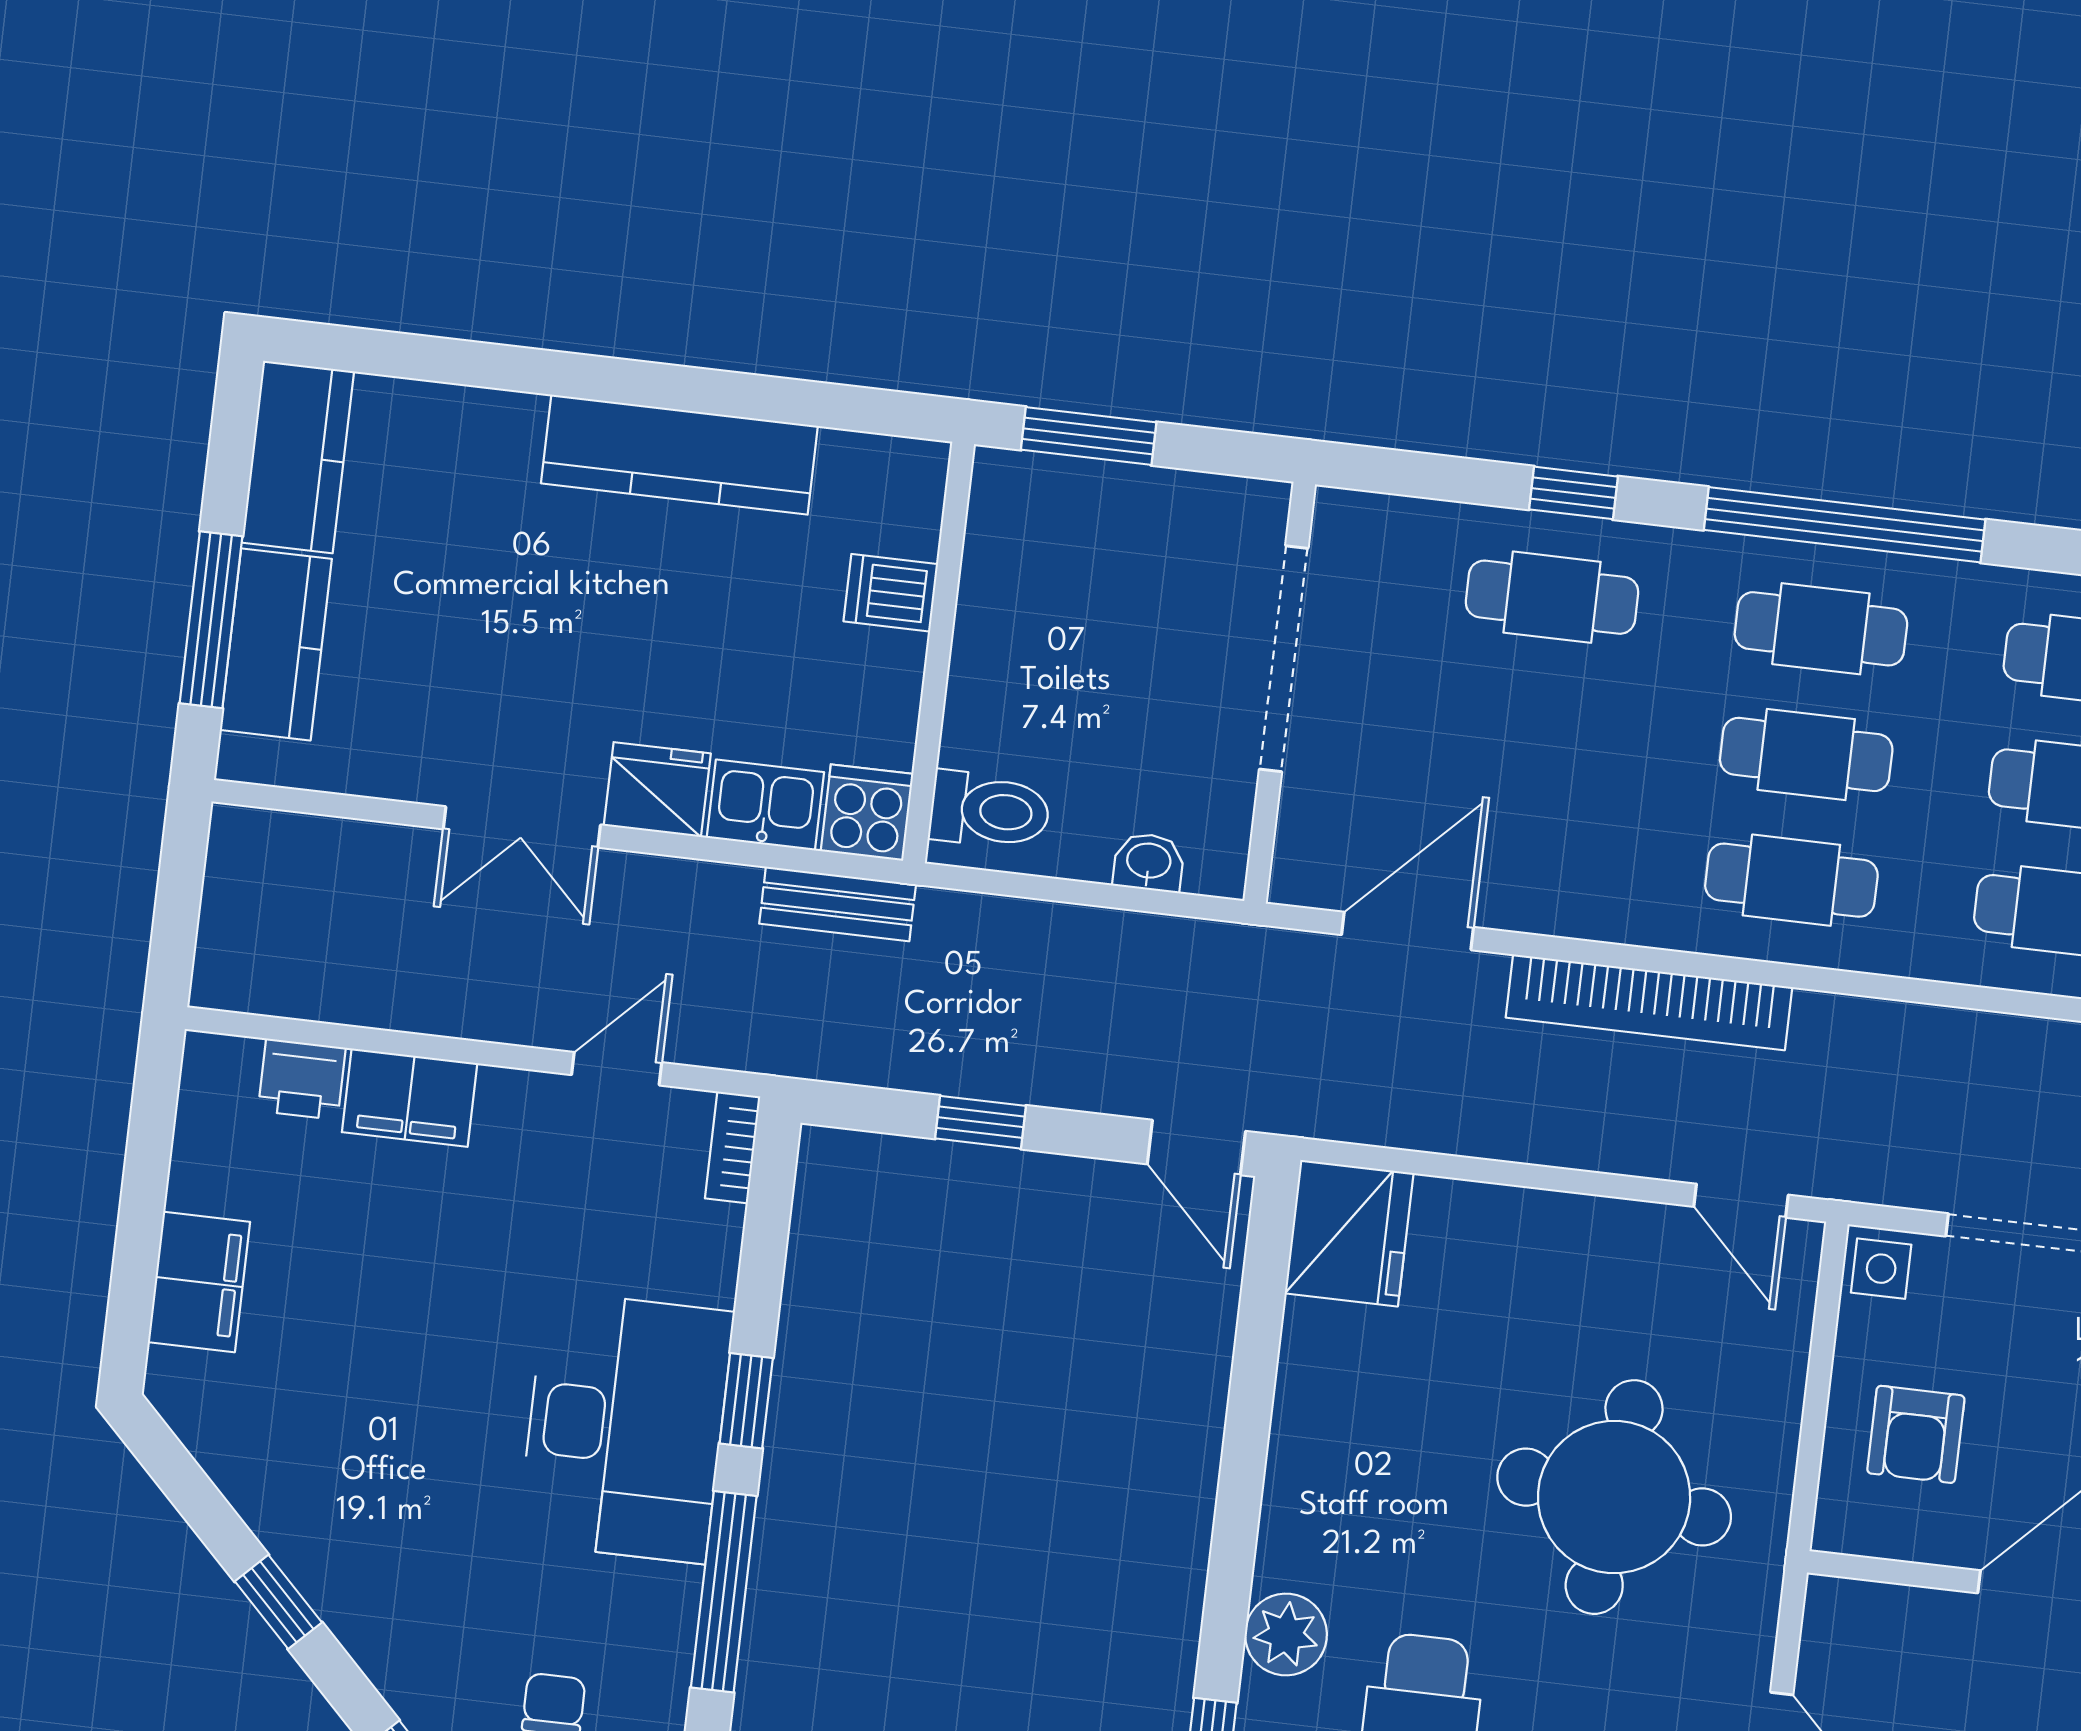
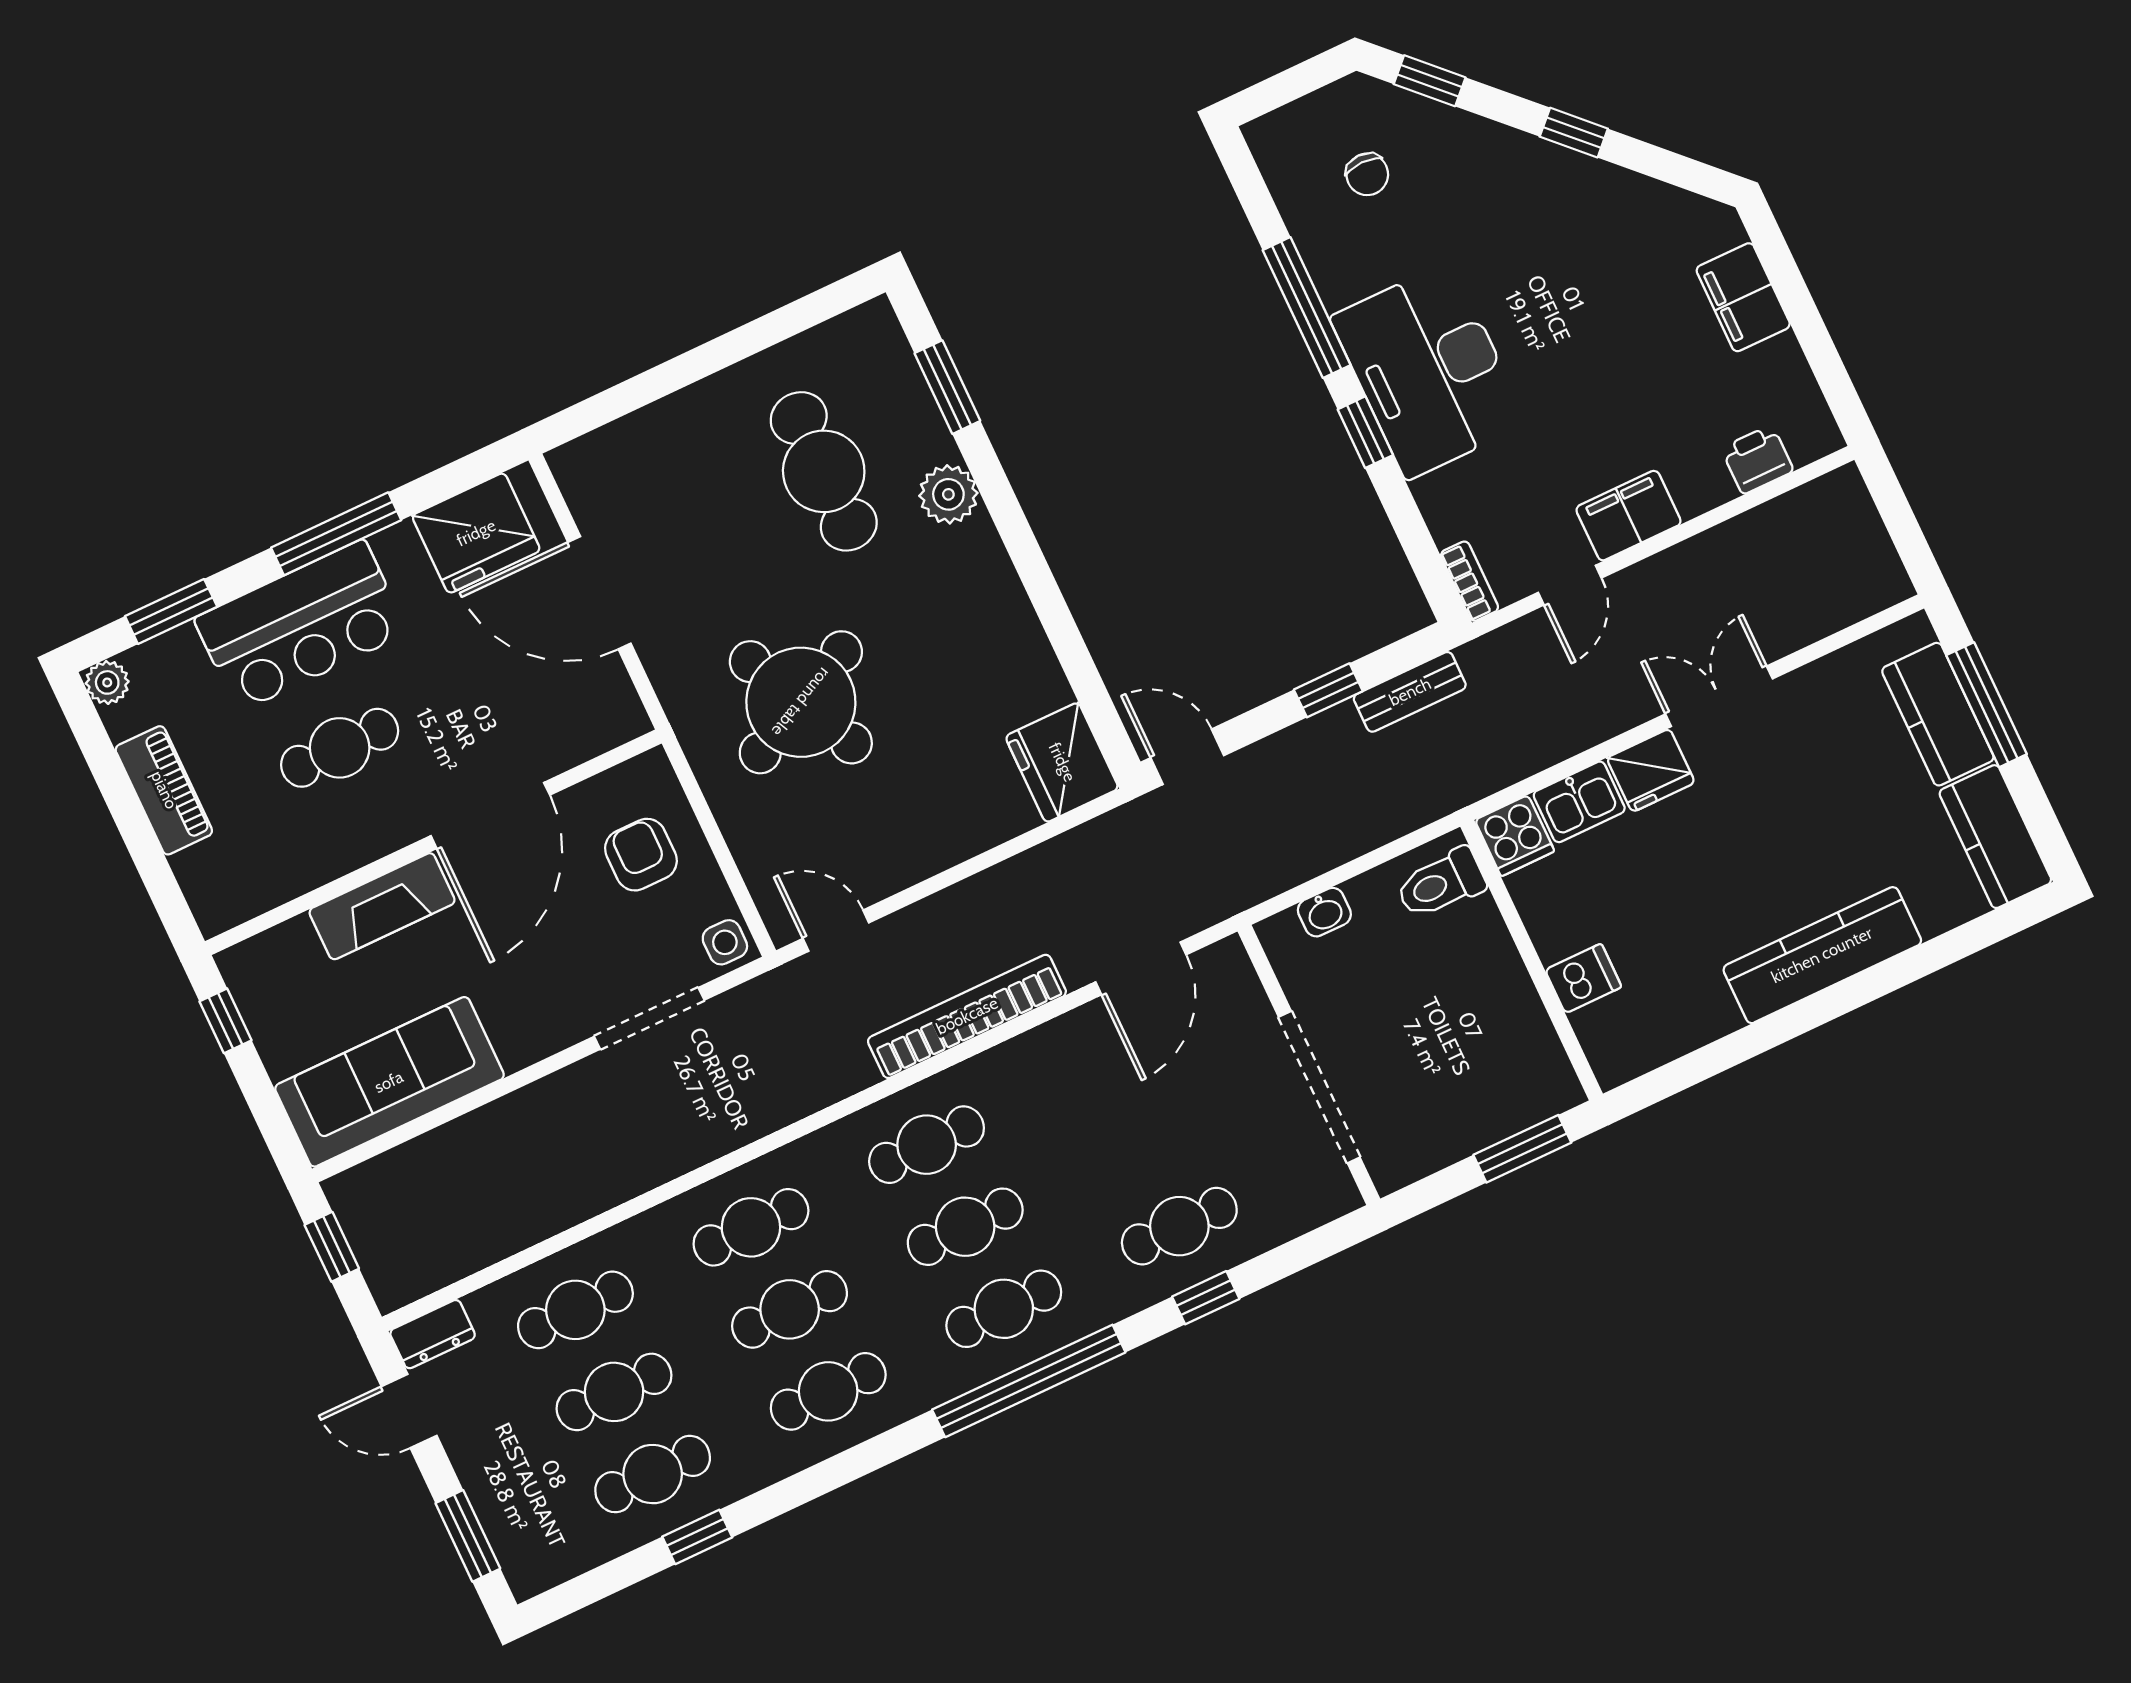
kitchen counter: (679, 455) -> (1822, 955), moved
bench: (838, 904) -> (1410, 692), moved
filing cabinet: (410, 1098) -> (1629, 516), moved
round table: (1614, 1497) -> (801, 702), turned -32

